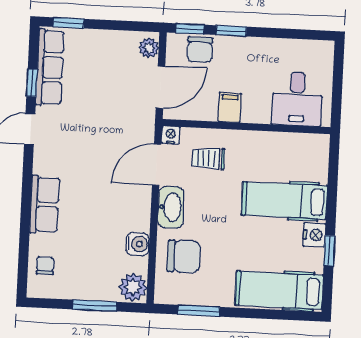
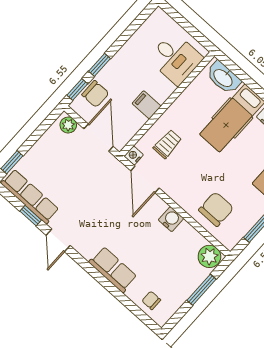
trolley: (208, 158) -> (167, 144), turned 180
washbasin: (171, 207) -> (223, 78), moved, turned 180
water cooler: (138, 244) -> (171, 219), moved

